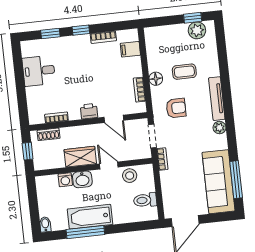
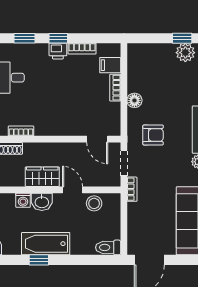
coffee table: (184, 72) -> (167, 96), removed
bookcase: (139, 90) -> (115, 88), moved
printer: (89, 111) -> (58, 51), moved, turned 180
door: (114, 119) -> (97, 139), moved
toilet: (145, 200) -> (108, 247), moved
window: (85, 232) -> (39, 260), width x0.46

